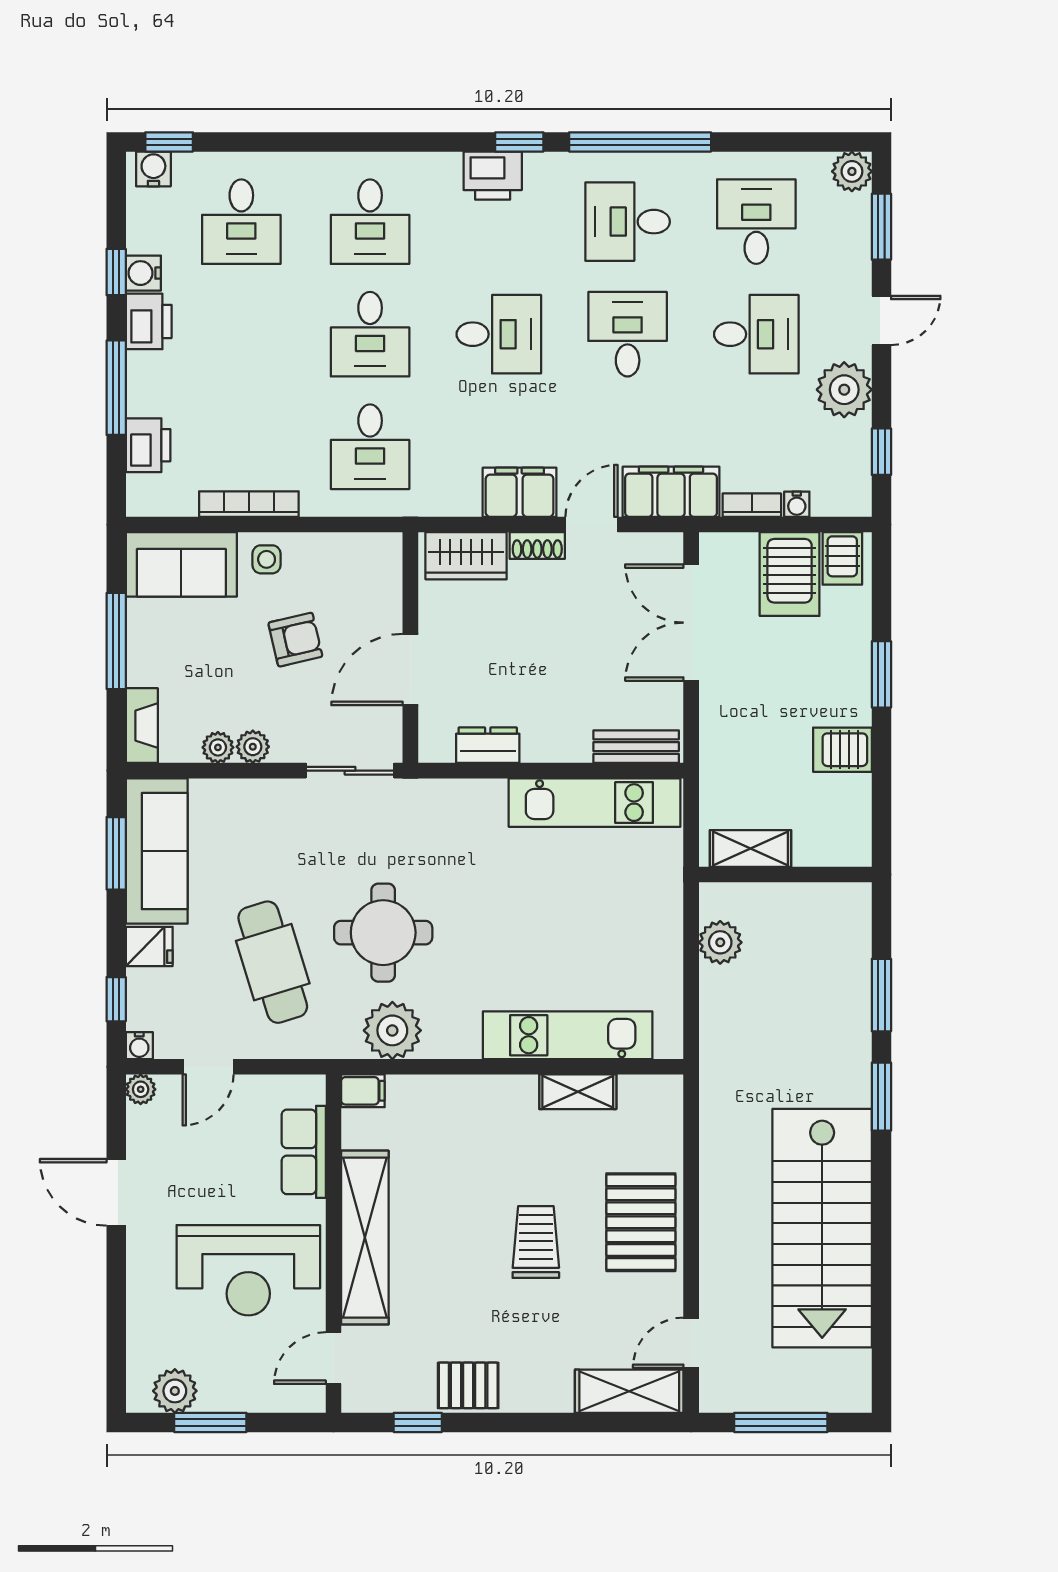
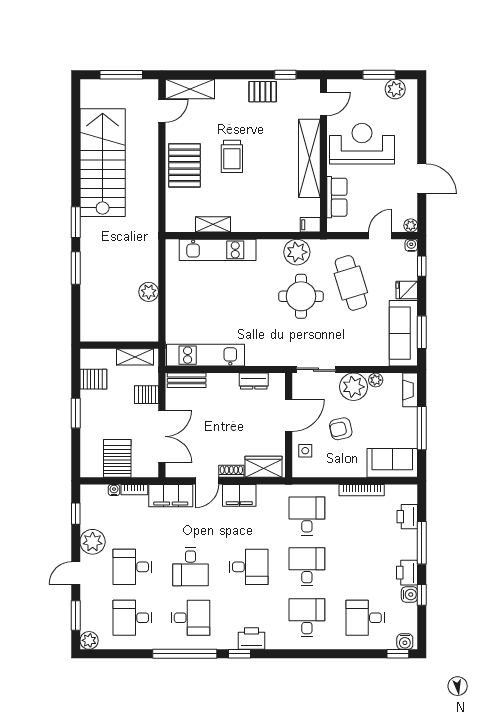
desk: (241, 222) -> (365, 618), turned -90
desk: (756, 222) -> (132, 618), turned 90
desk: (499, 334) -> (249, 567), turned 180
server rack: (842, 558) -> (146, 395), moved, turned -90
side table: (267, 559) -> (305, 451), moved
plant: (253, 747) -> (353, 387), width x1.88, depth x1.88
shelving: (750, 848) -> (135, 357), moved
wall: (785, 874) -> (119, 345), moved

